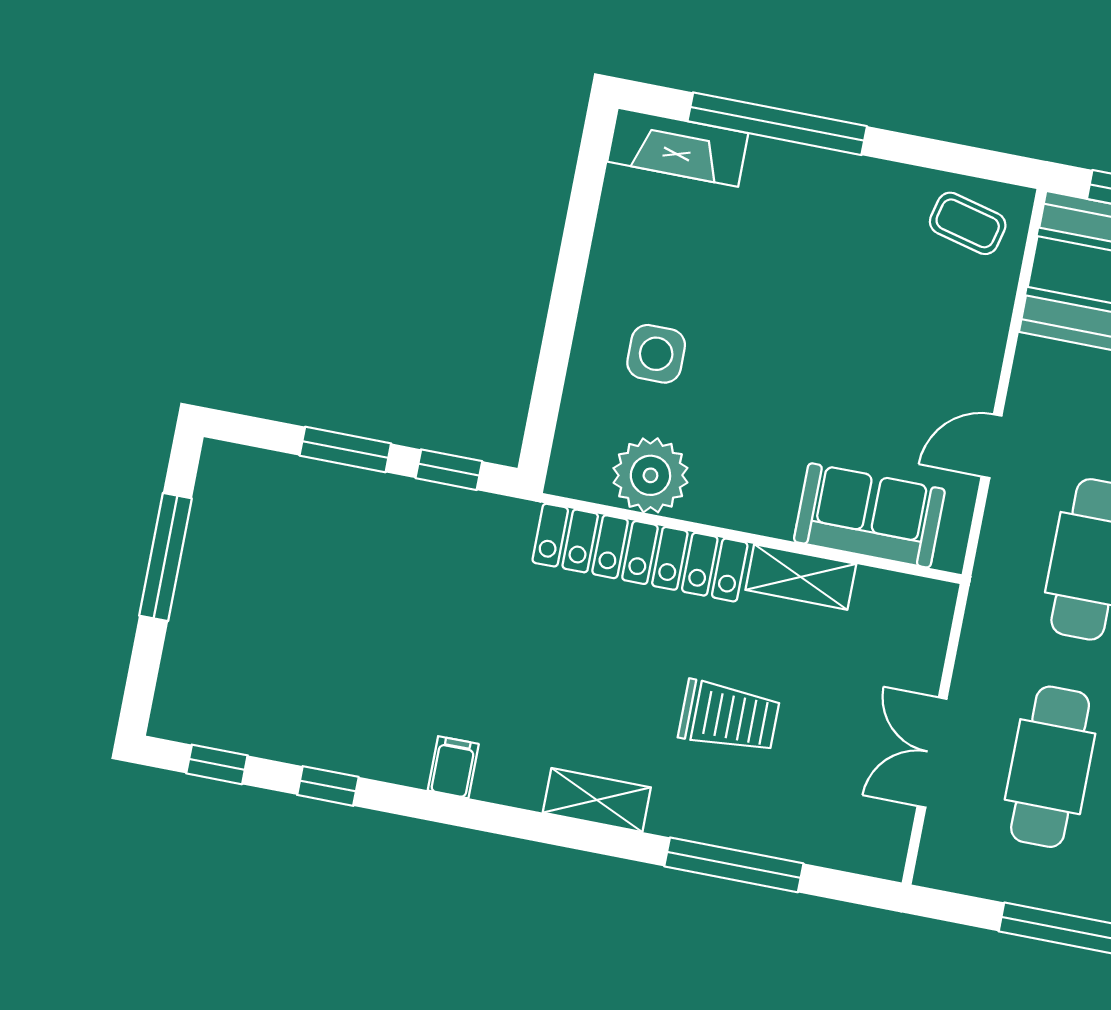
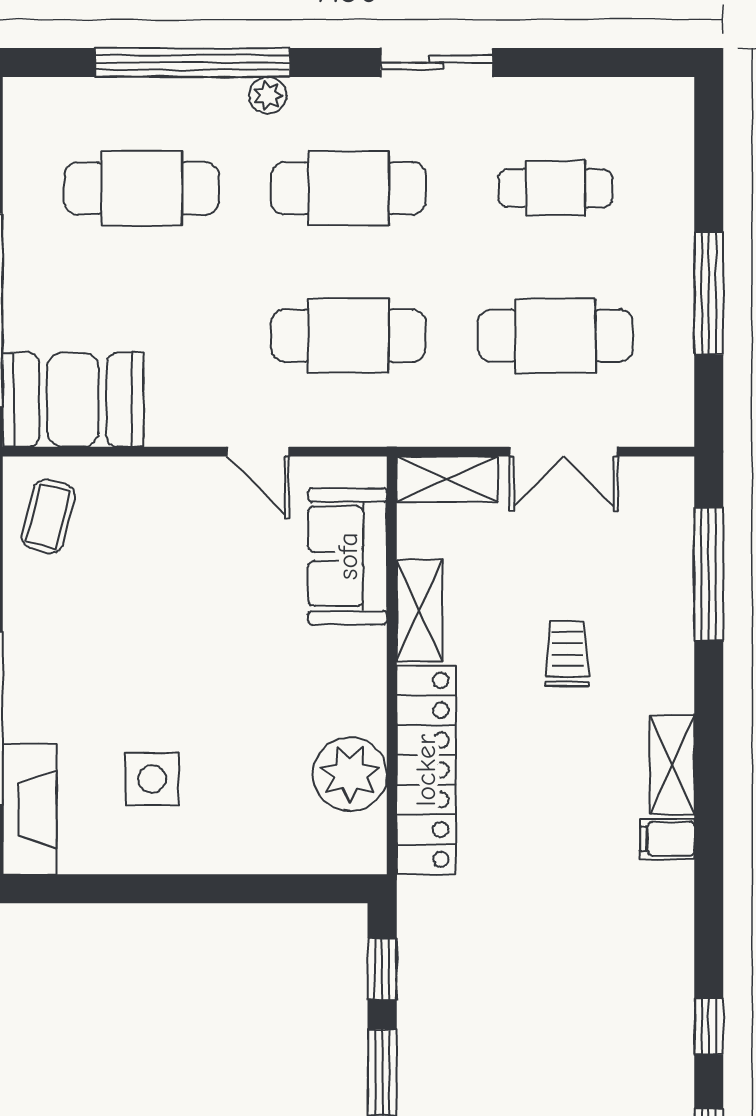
side table: (656, 354) -> (152, 779), moved
shelving: (927, 630) -> (447, 479), added
trolley: (729, 717) -> (567, 654), width x0.73, depth x0.72
filing cabinet: (453, 767) -> (667, 839), moved
window: (734, 865) -> (709, 574), moved

